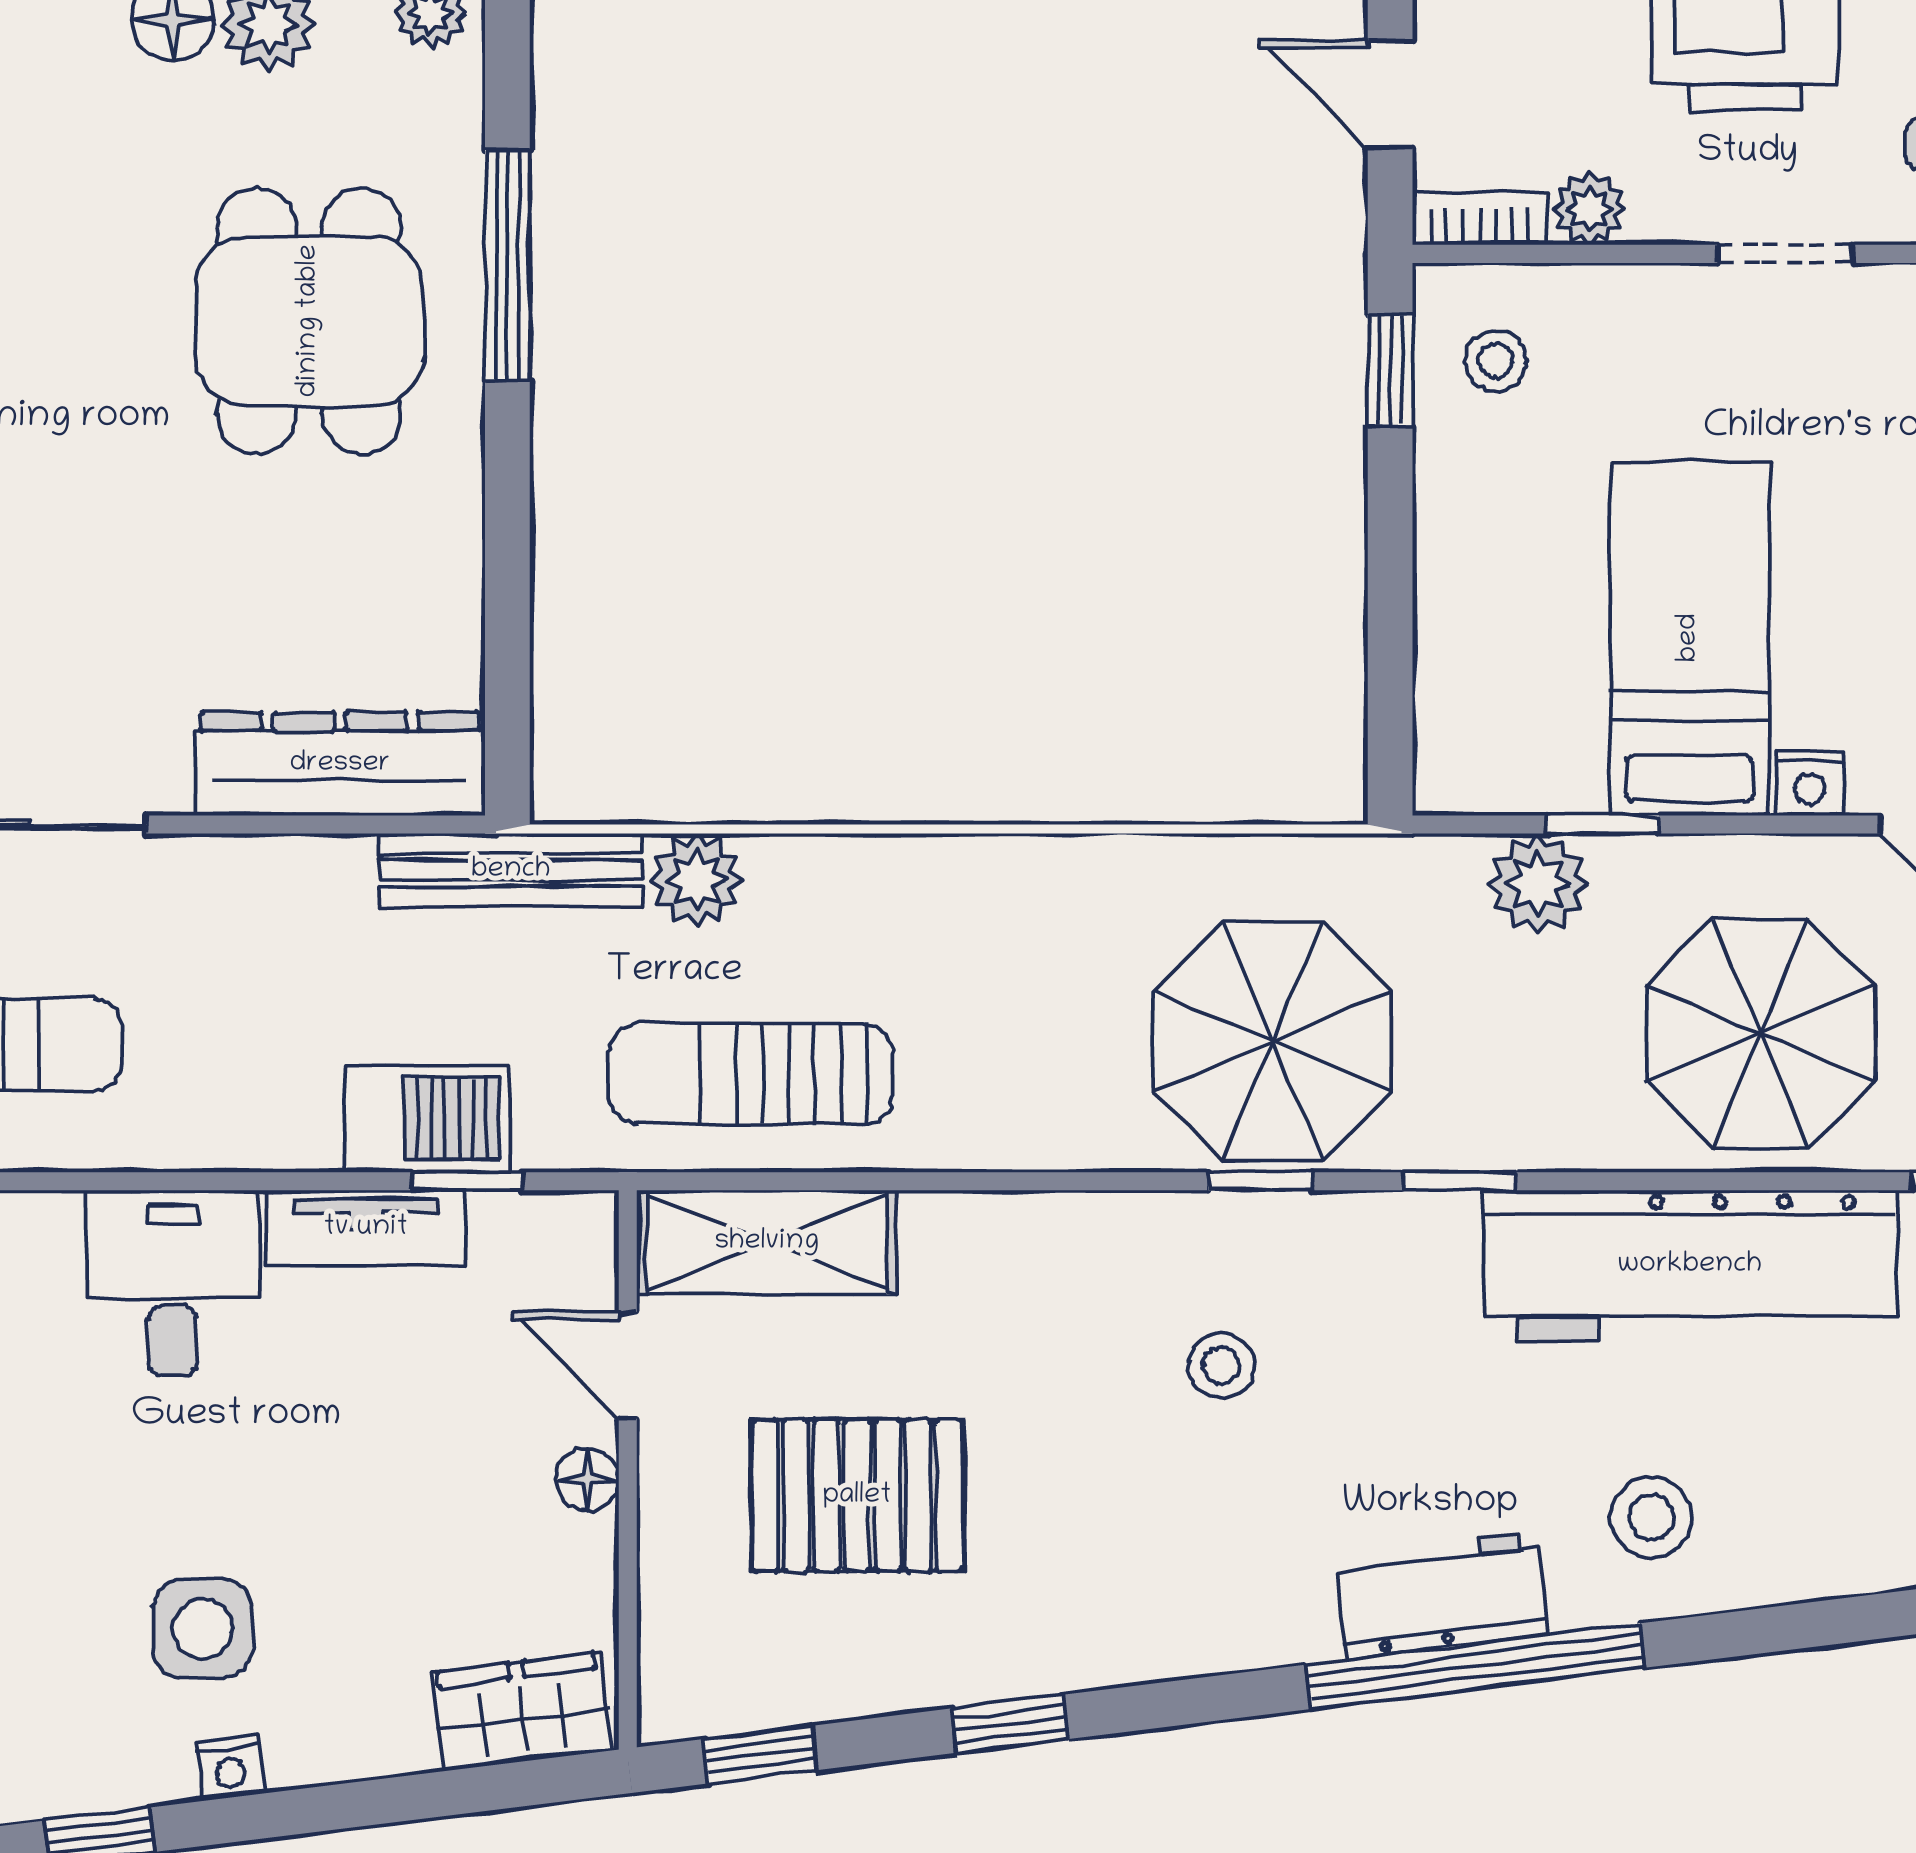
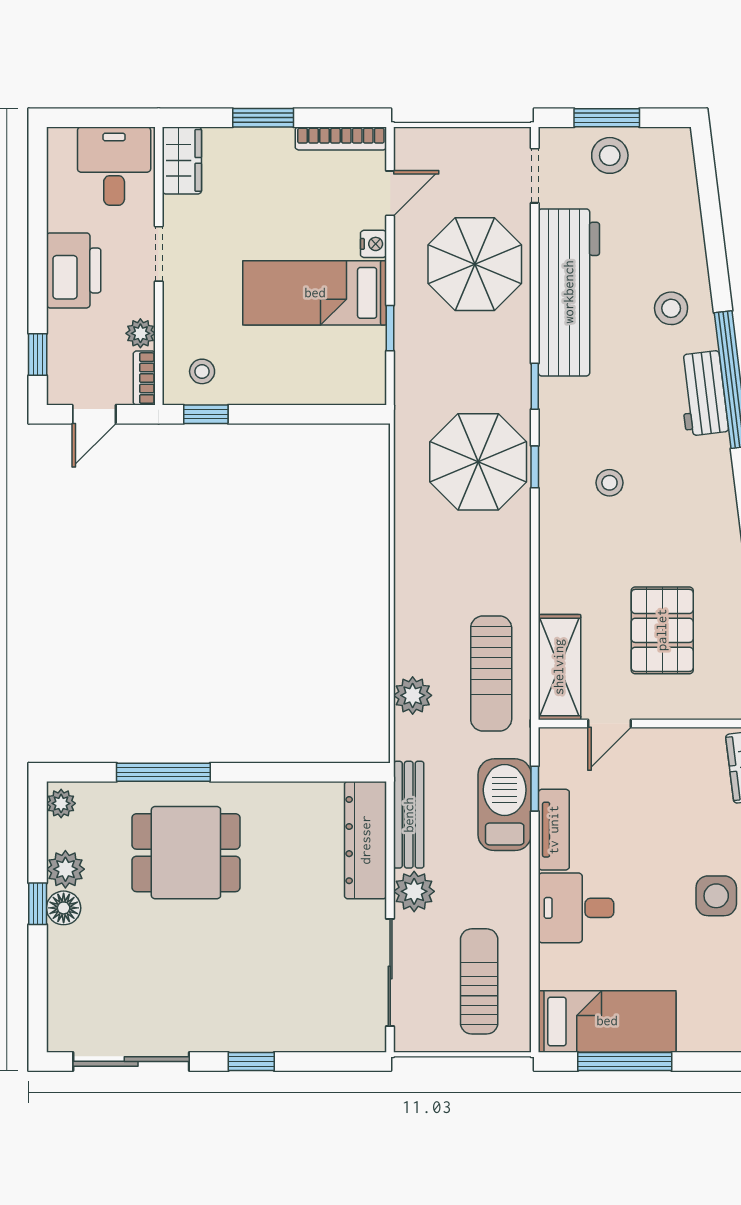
bench: (511, 870) -> (409, 815), moved
plant: (1538, 884) -> (414, 891), moved
barbecue: (427, 1118) -> (505, 805), width x1.37, depth x1.21
floor lamp: (587, 1479) -> (656, 740), removed

